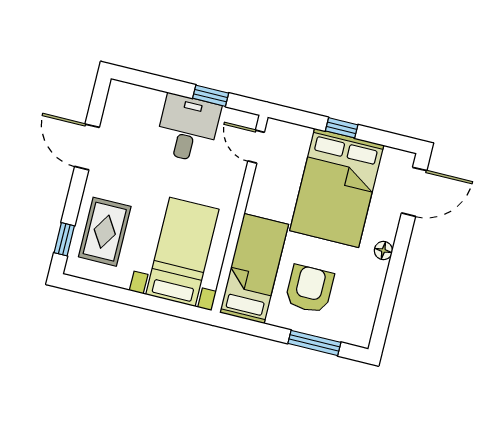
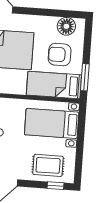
floor lamp: (383, 250) -> (66, 26), moved, width x1.89, depth x1.89
window: (314, 343) -> (85, 77), moved

